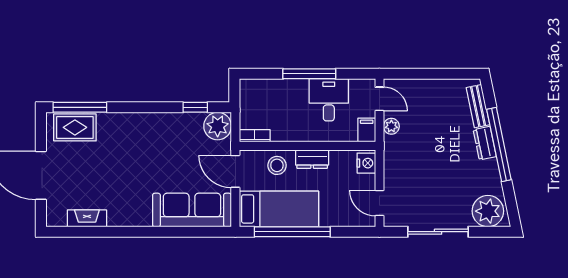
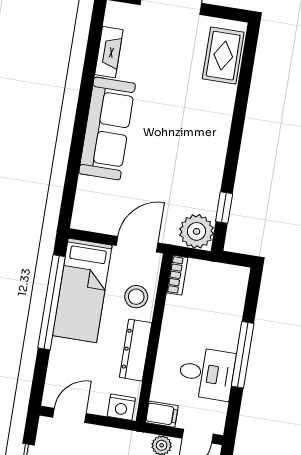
window: (80, 107) -> (247, 66), removed
dresser: (312, 159) -> (136, 350), width x1.44
sofa: (192, 210) -> (107, 128), moved

